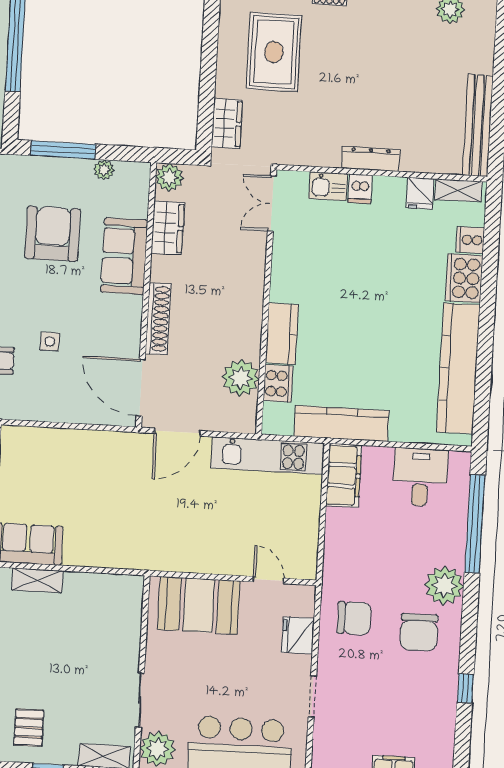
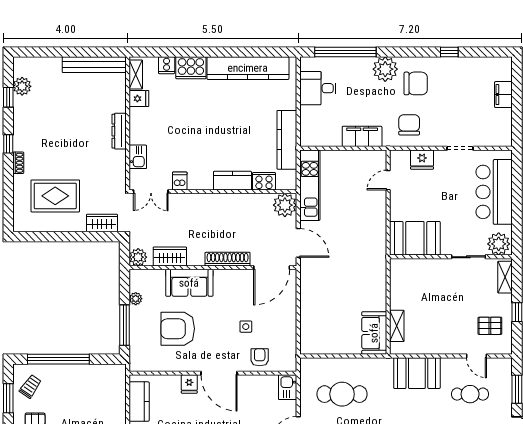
dishwasher: (360, 189) -> (180, 181), moved, turned -90
plant: (241, 378) -> (285, 205), moved
filing cabinet: (344, 475) -> (362, 136), moved
booth: (199, 605) -> (415, 238), moved, turned 90

